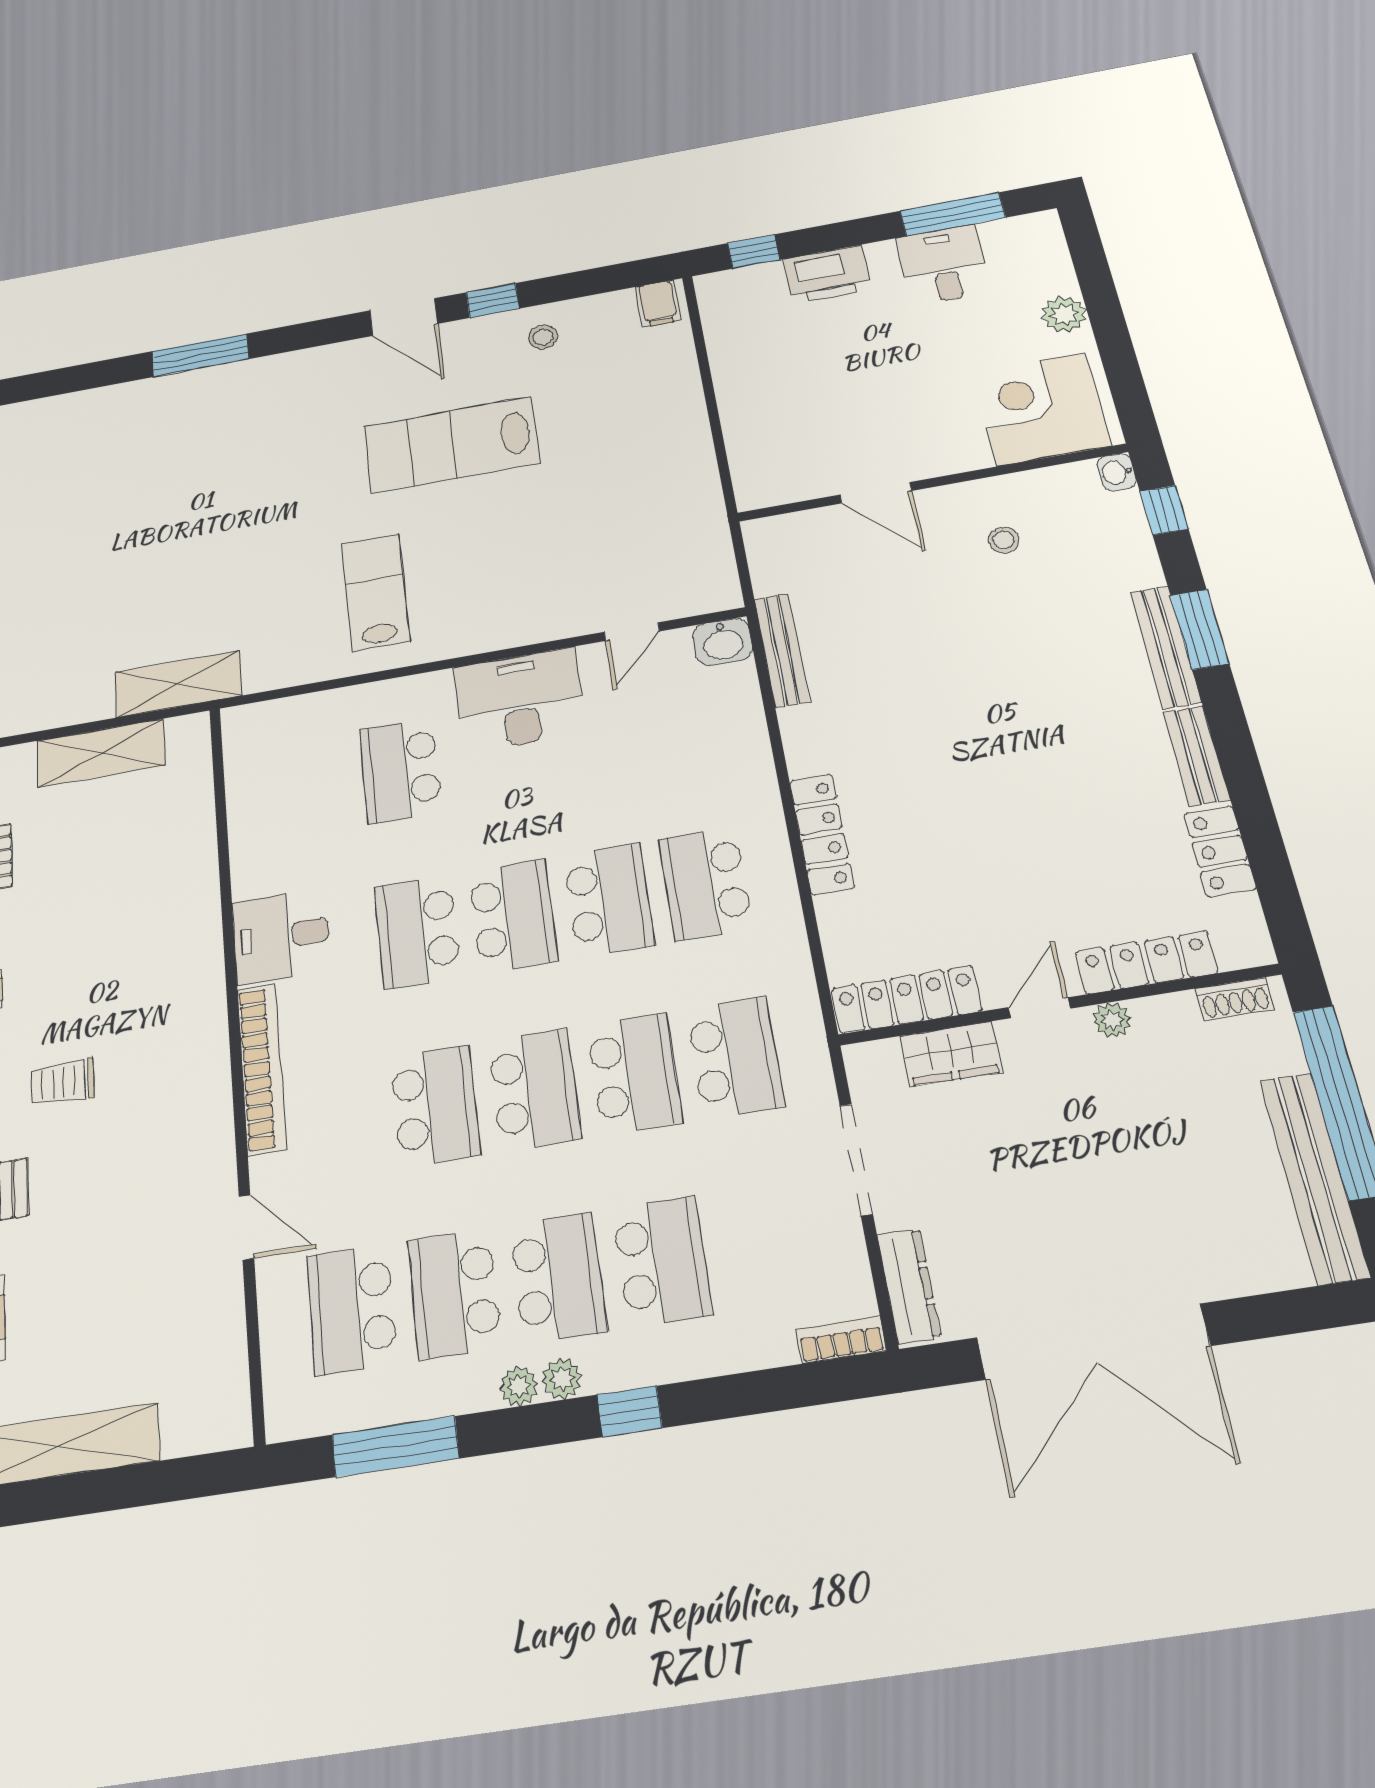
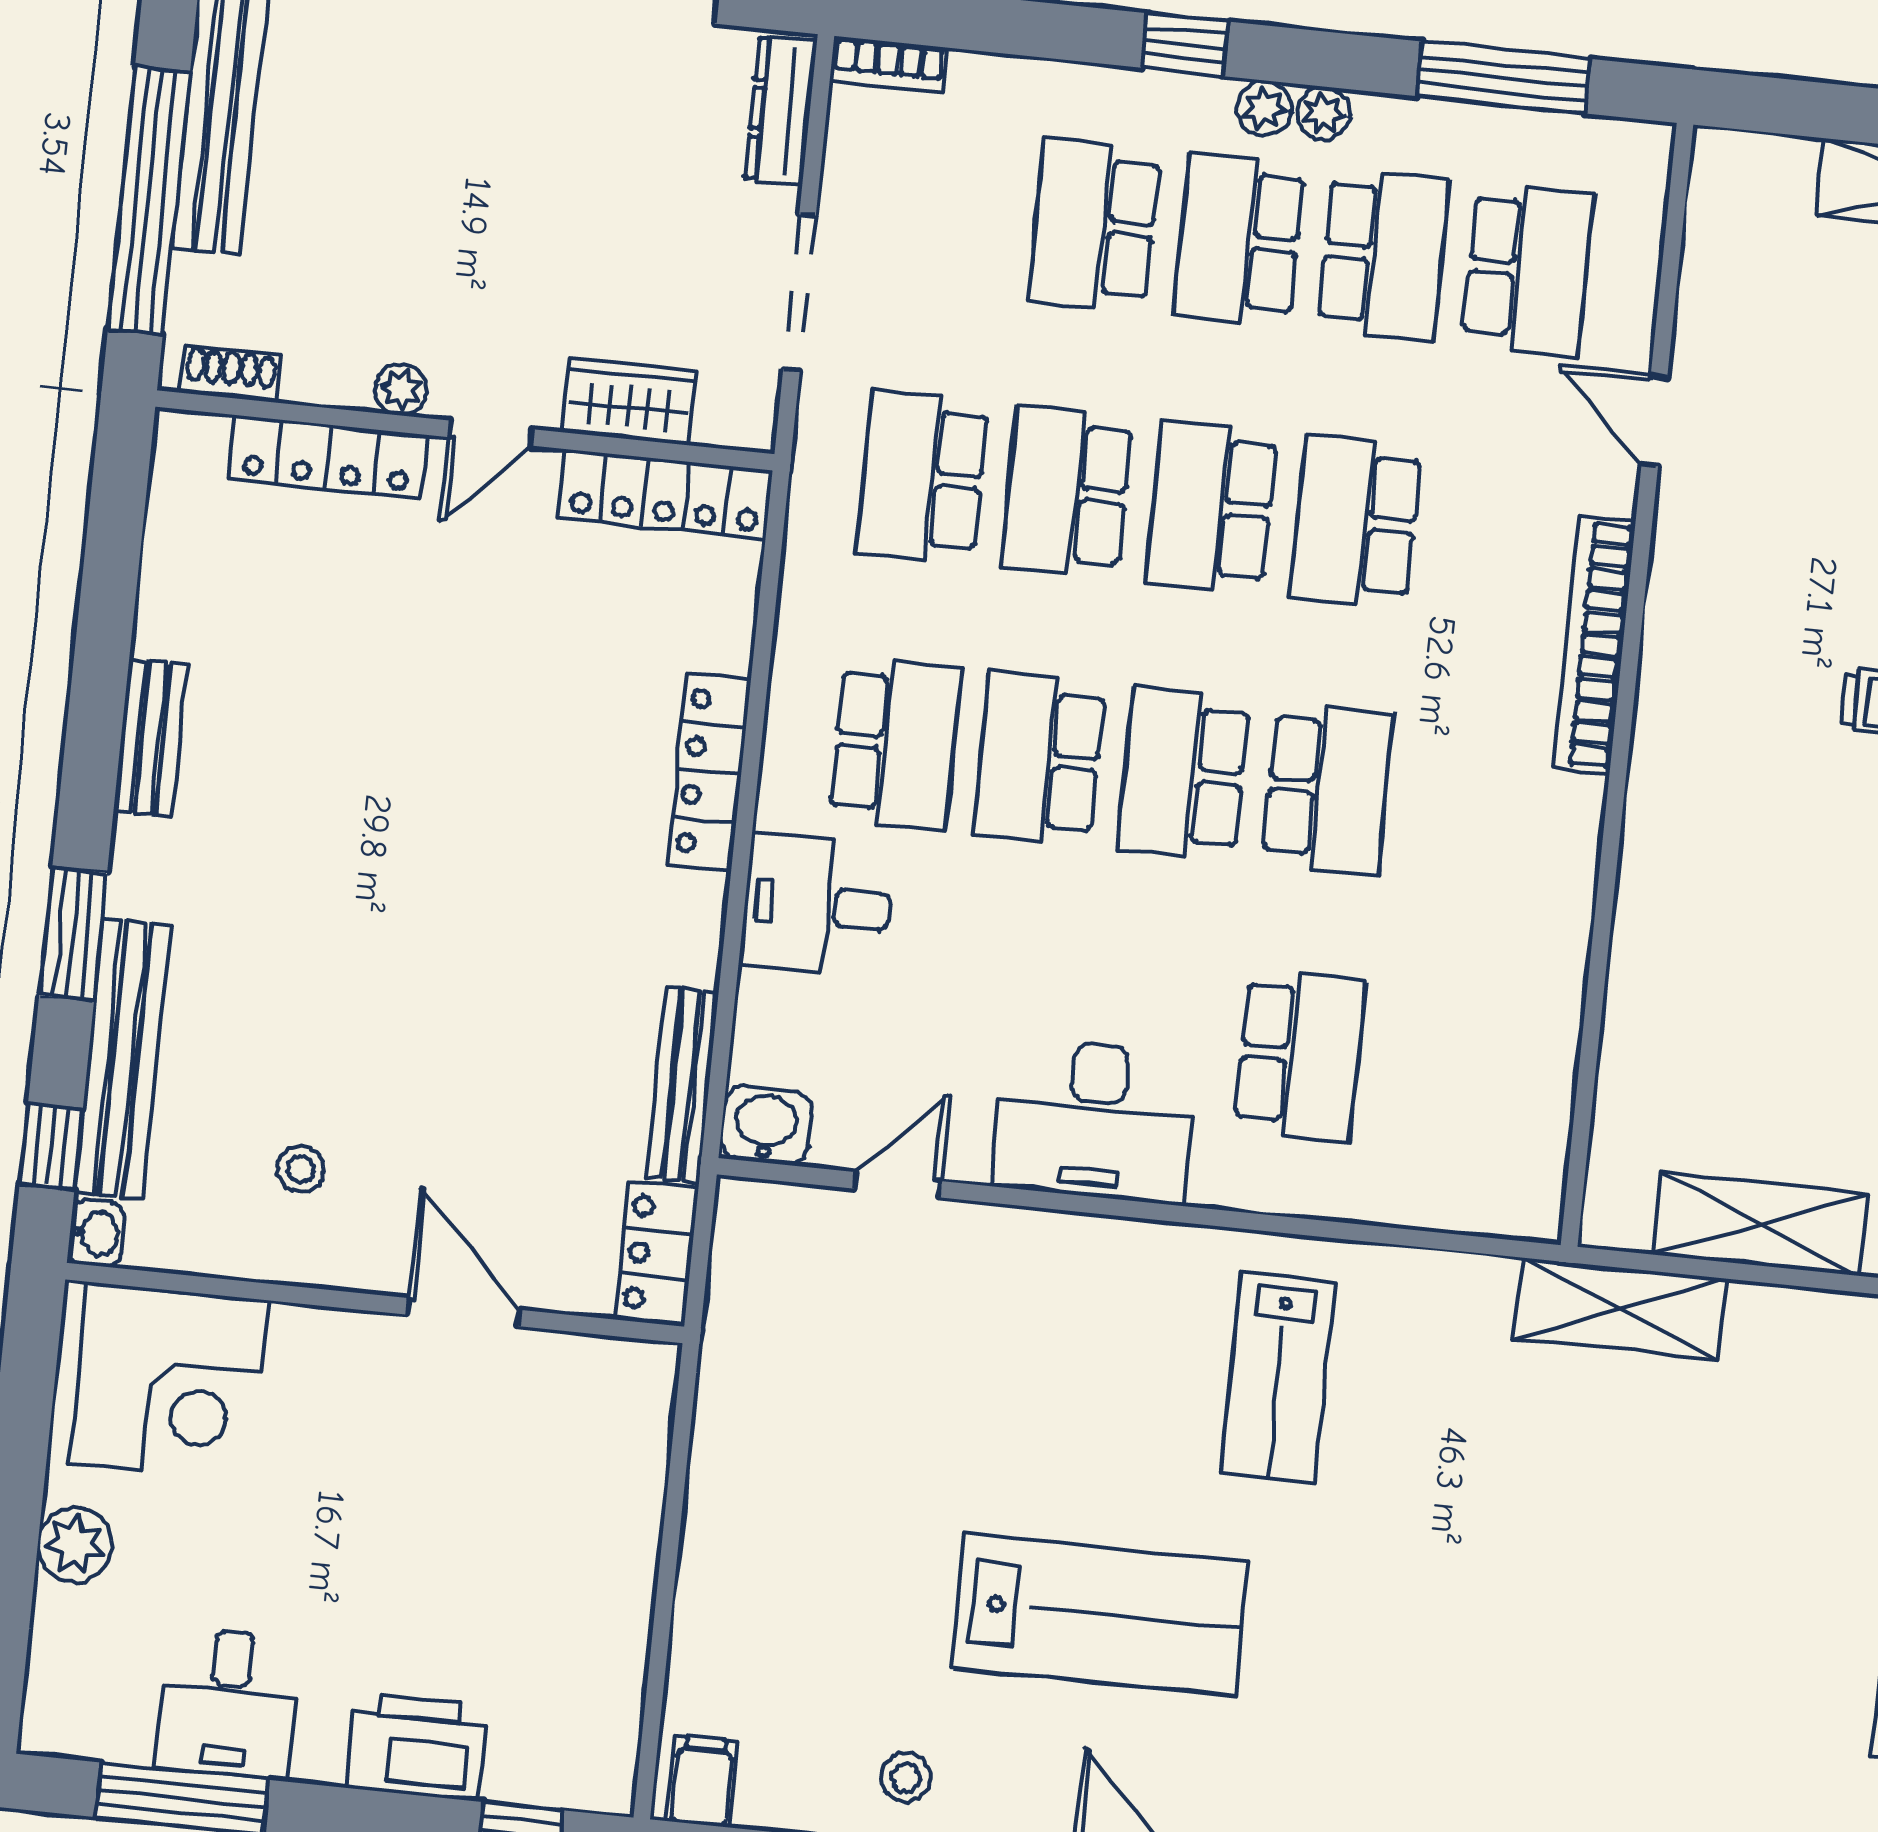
bench: (1166, 647) -> (122, 1059), moved, width x1.37, depth x1.21
locker: (1220, 851) -> (656, 1254), moved, turned 180
desk: (281, 936) -> (817, 905), moved, turned 180

